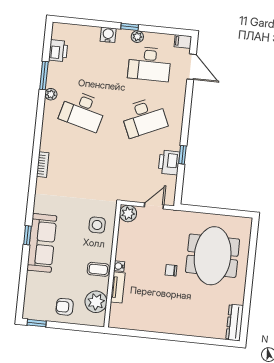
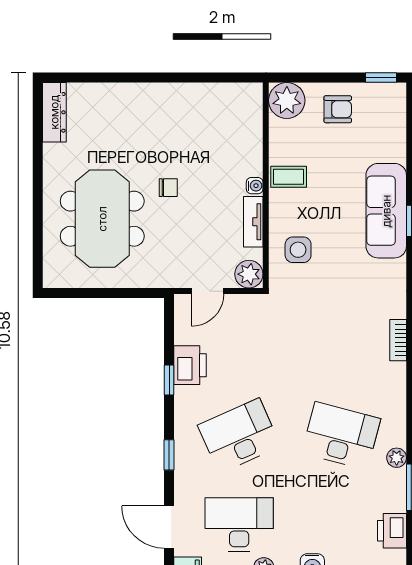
window: (187, 110) -> (169, 455), added
tv unit: (118, 287) -> (253, 222), moved
plant: (96, 302) -> (287, 100), moved

